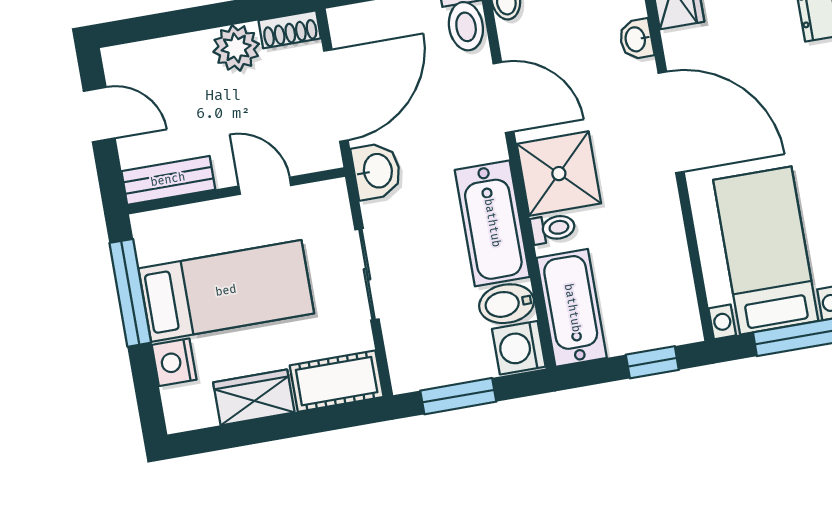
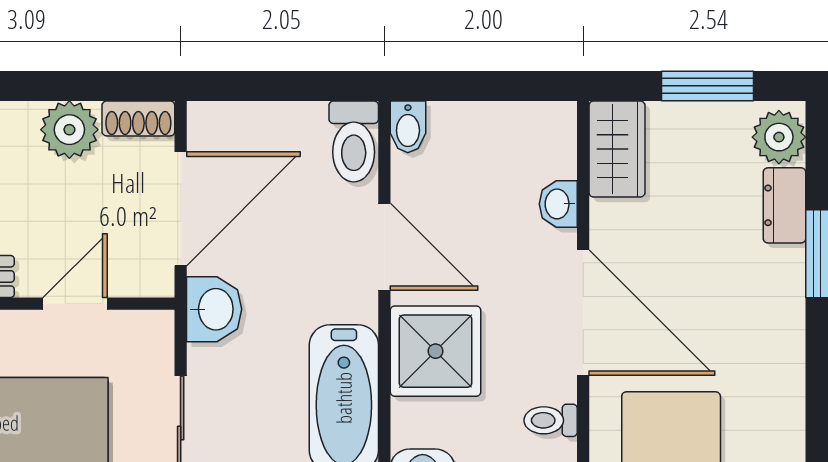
door: (265, 186) -> (75, 304), hinge flipped
toilet: (553, 228) -> (551, 420), moved, turned 180

